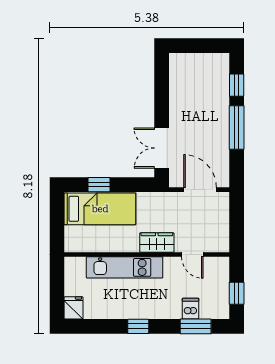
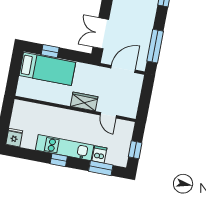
window: (237, 127) -> (155, 46), moved
door: (200, 190) -> (123, 69), hinge flipped
kitchen unit: (125, 267) -> (65, 148), moved, turned 180

